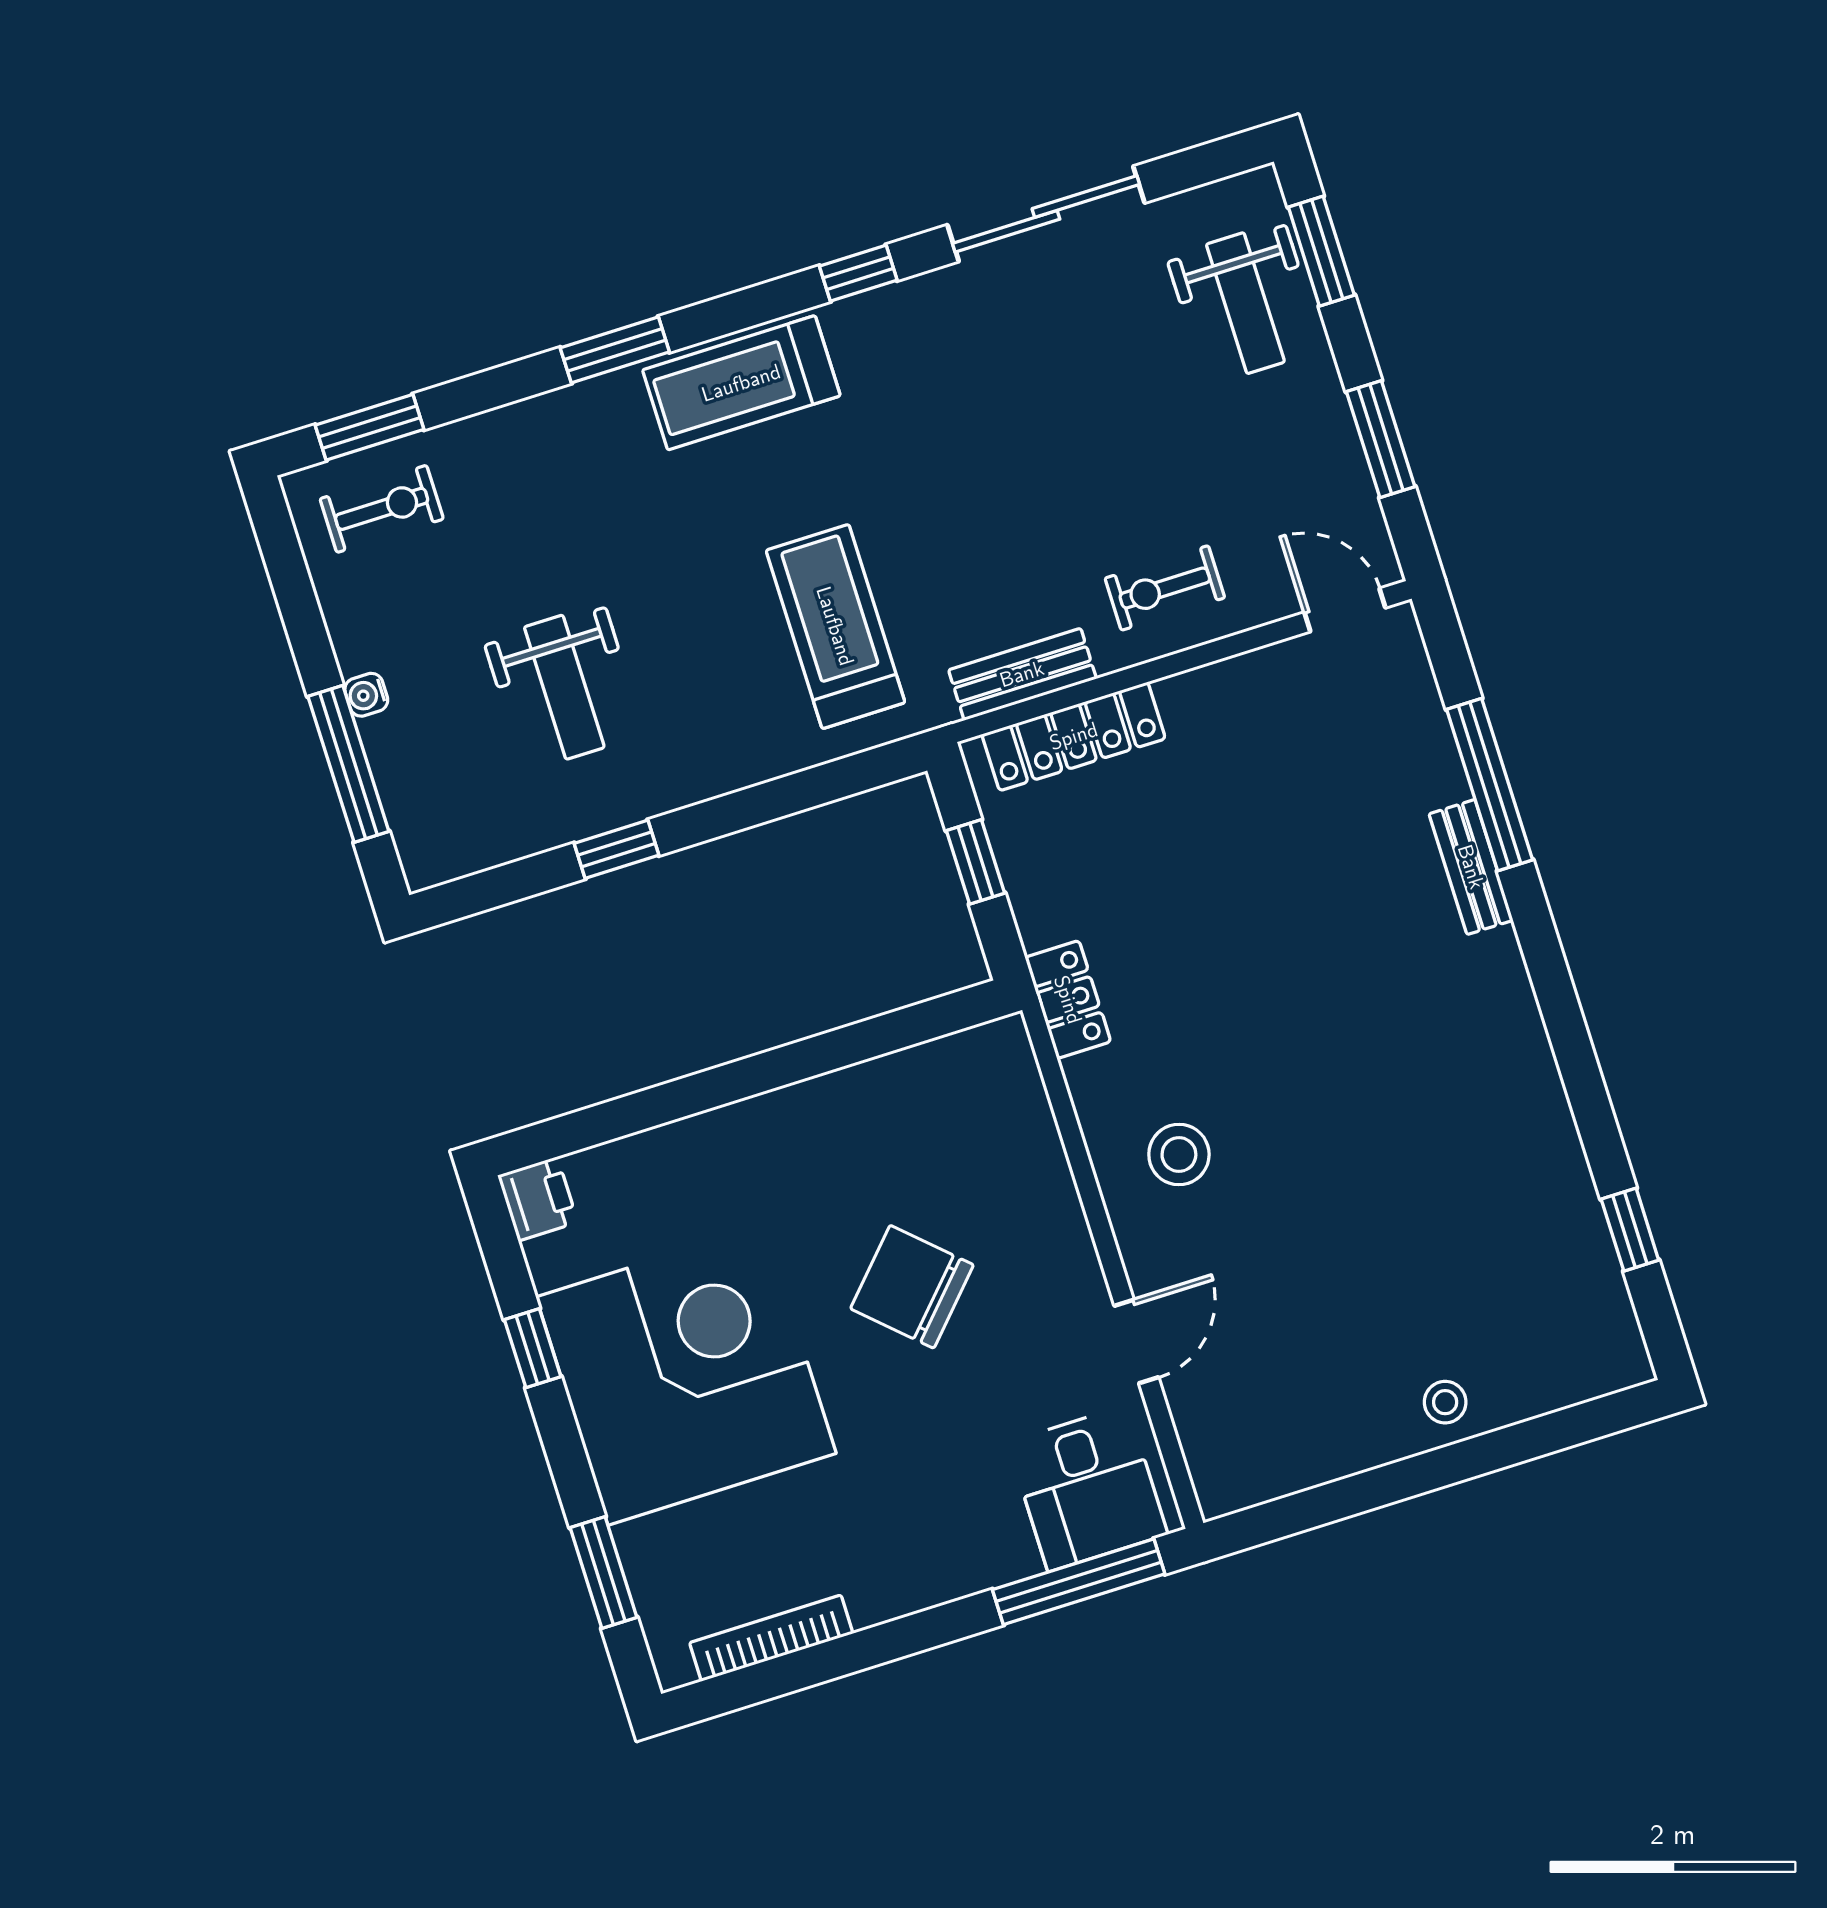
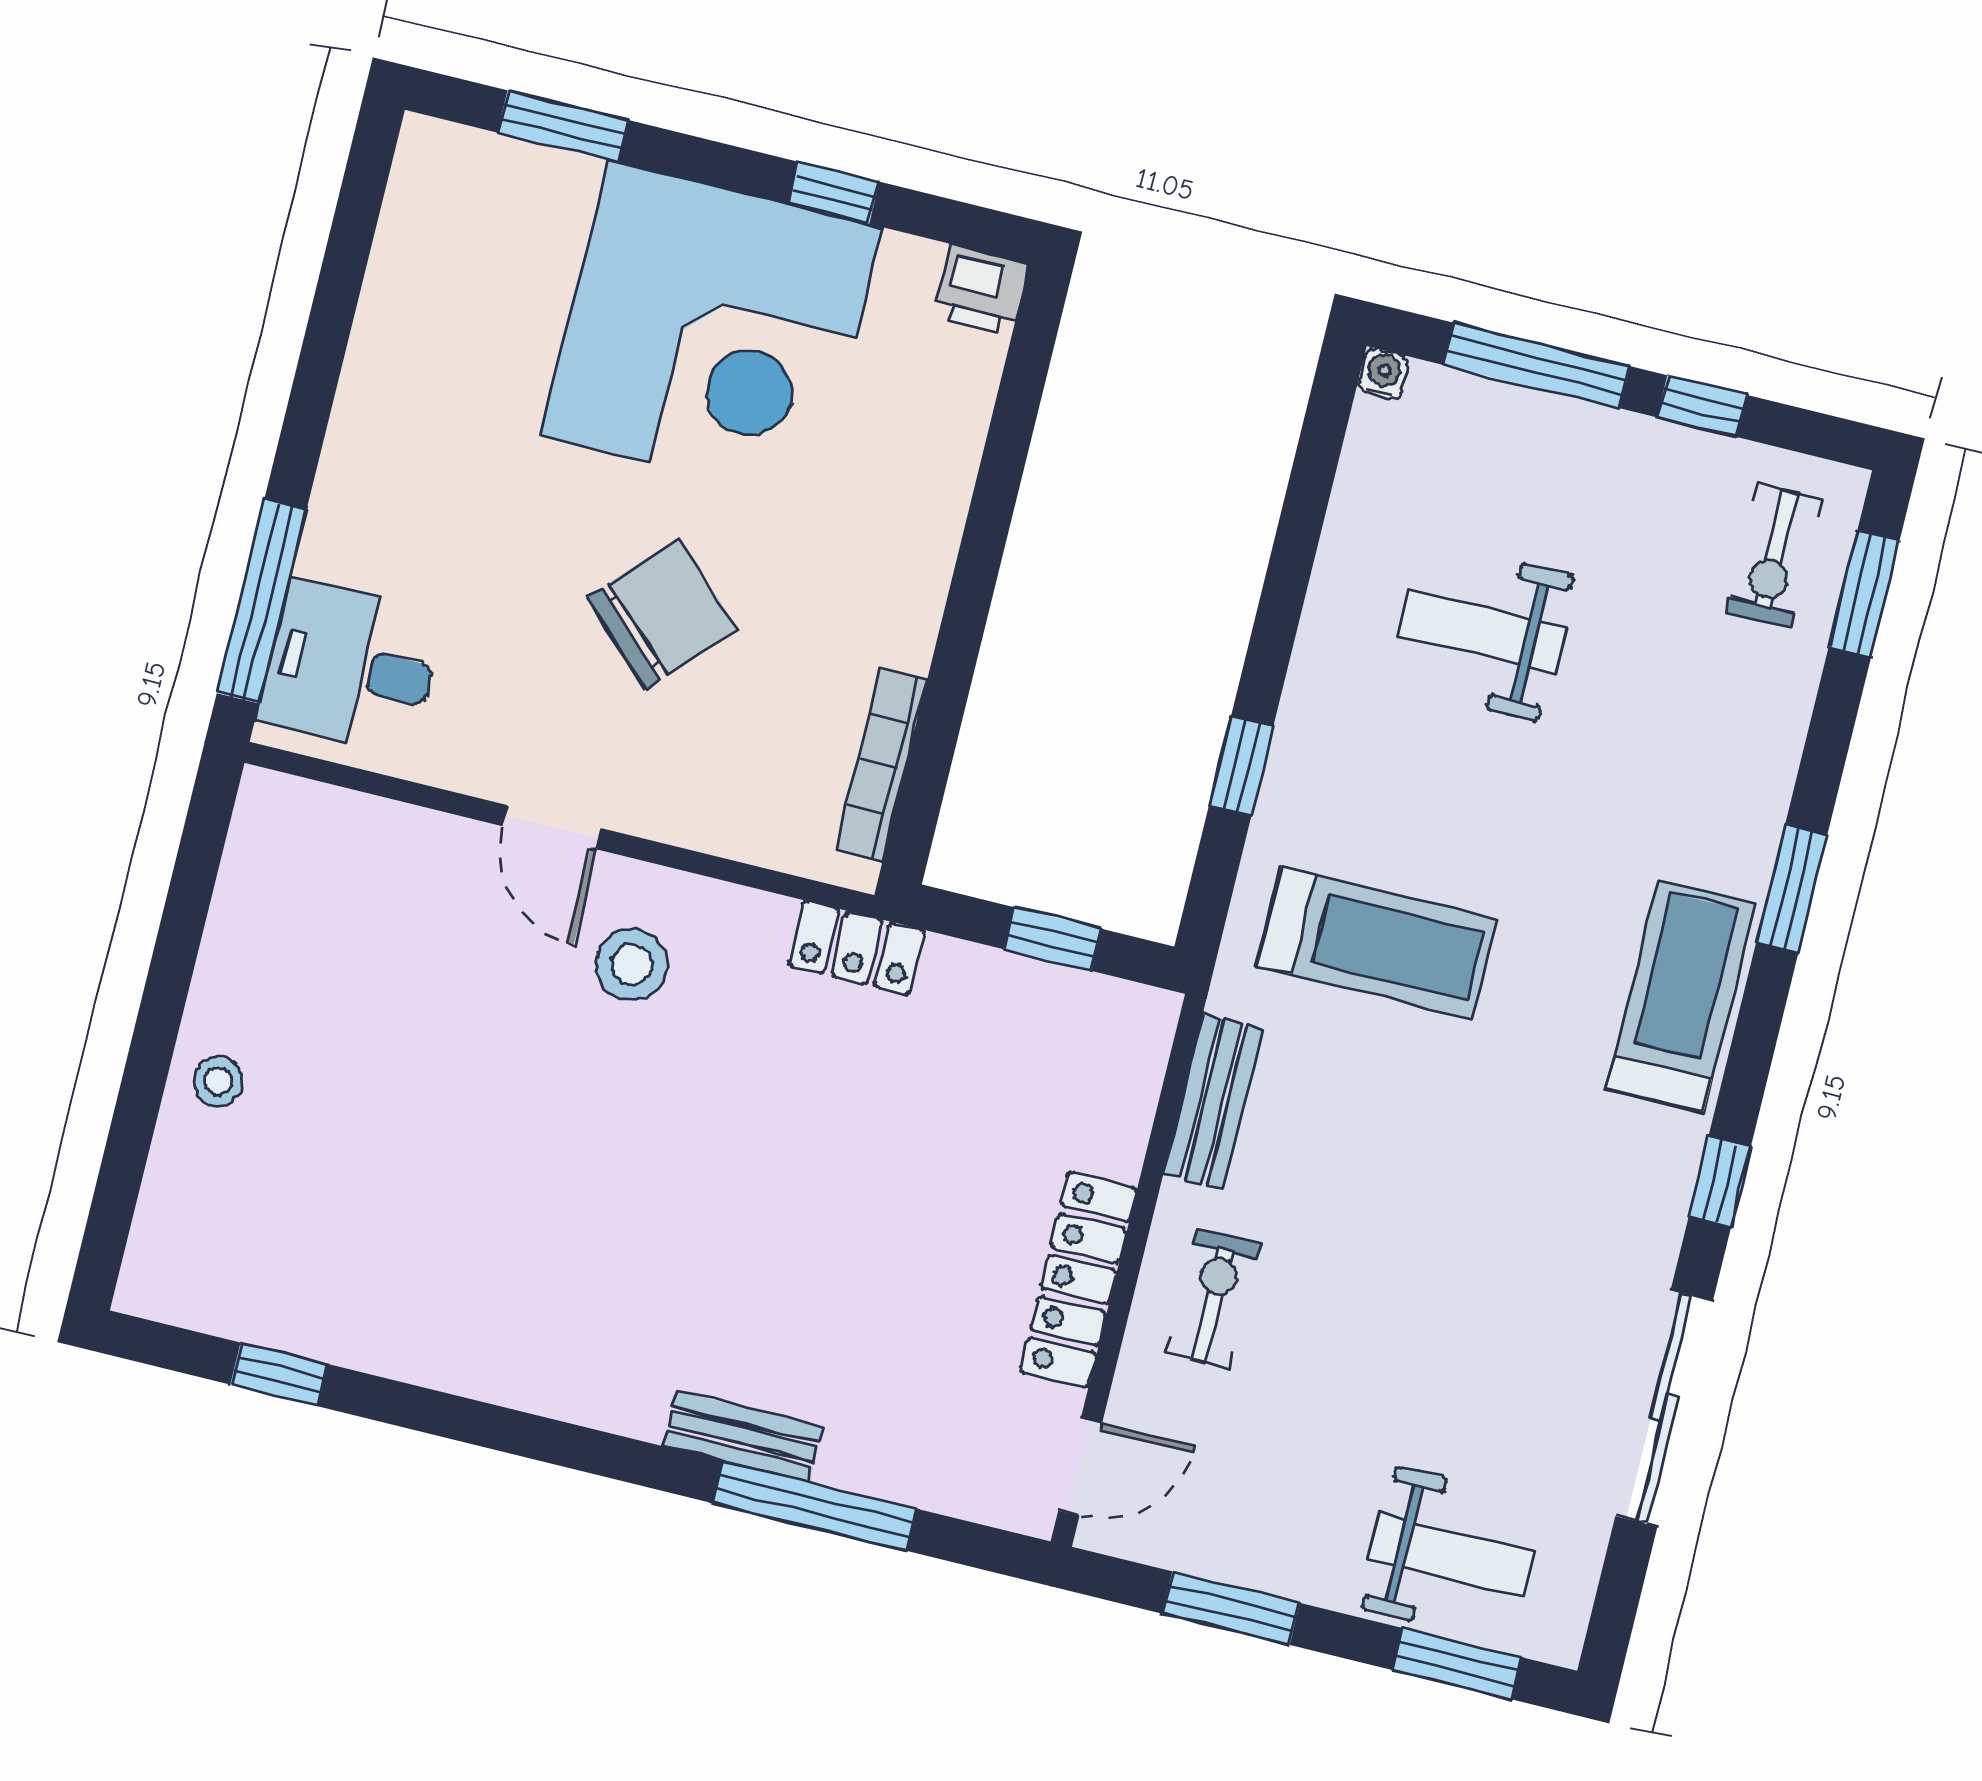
weight bench: (1245, 303) -> (1451, 1555), turned 180
window: (305, 627) -> (1702, 406), added
water cooler: (366, 695) -> (1383, 374), moved
locker: (1074, 736) -> (1079, 1280), moved
window: (617, 849) -> (1241, 766), moved
door: (1136, 1342) -> (552, 827), moved
bookcase: (771, 1638) -> (882, 765), moved, turned 180

